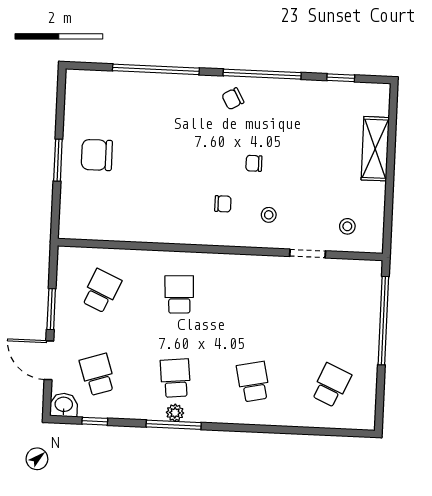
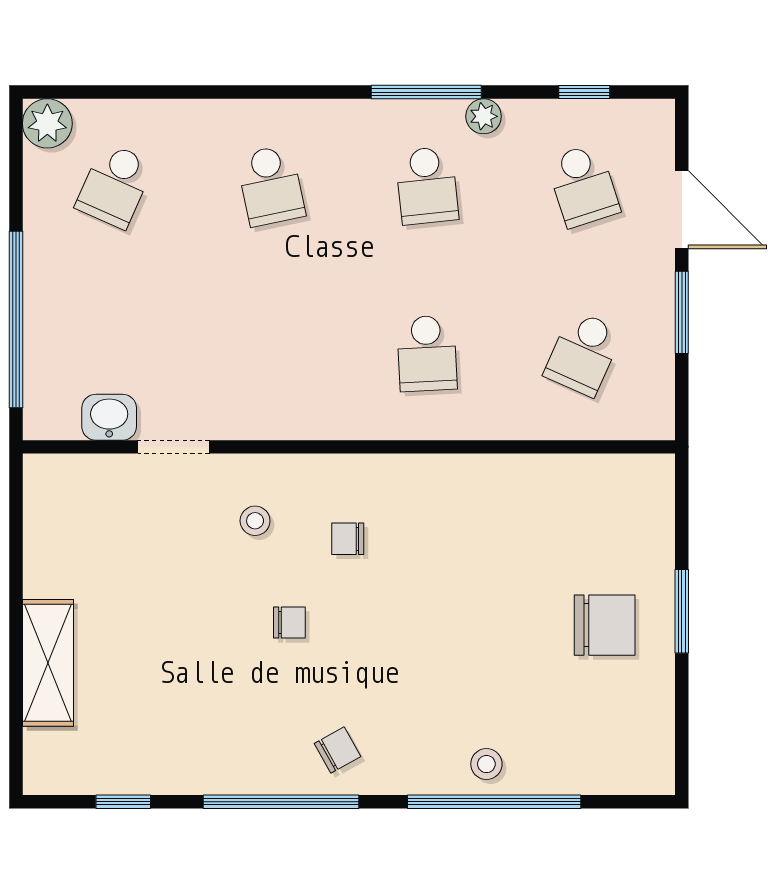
stool: (347, 226) -> (486, 764), moved
washbasin: (64, 405) -> (109, 417), moved, turned 180
plant: (175, 413) -> (484, 116), moved
plant: (363, 418) -> (47, 123), added

